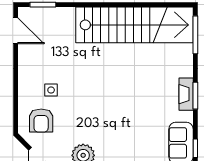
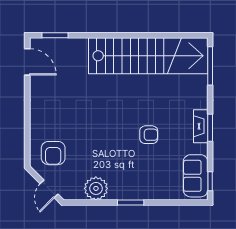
side table: (51, 90) -> (63, 122), removed
armchair: (135, 102) -> (149, 135), added

